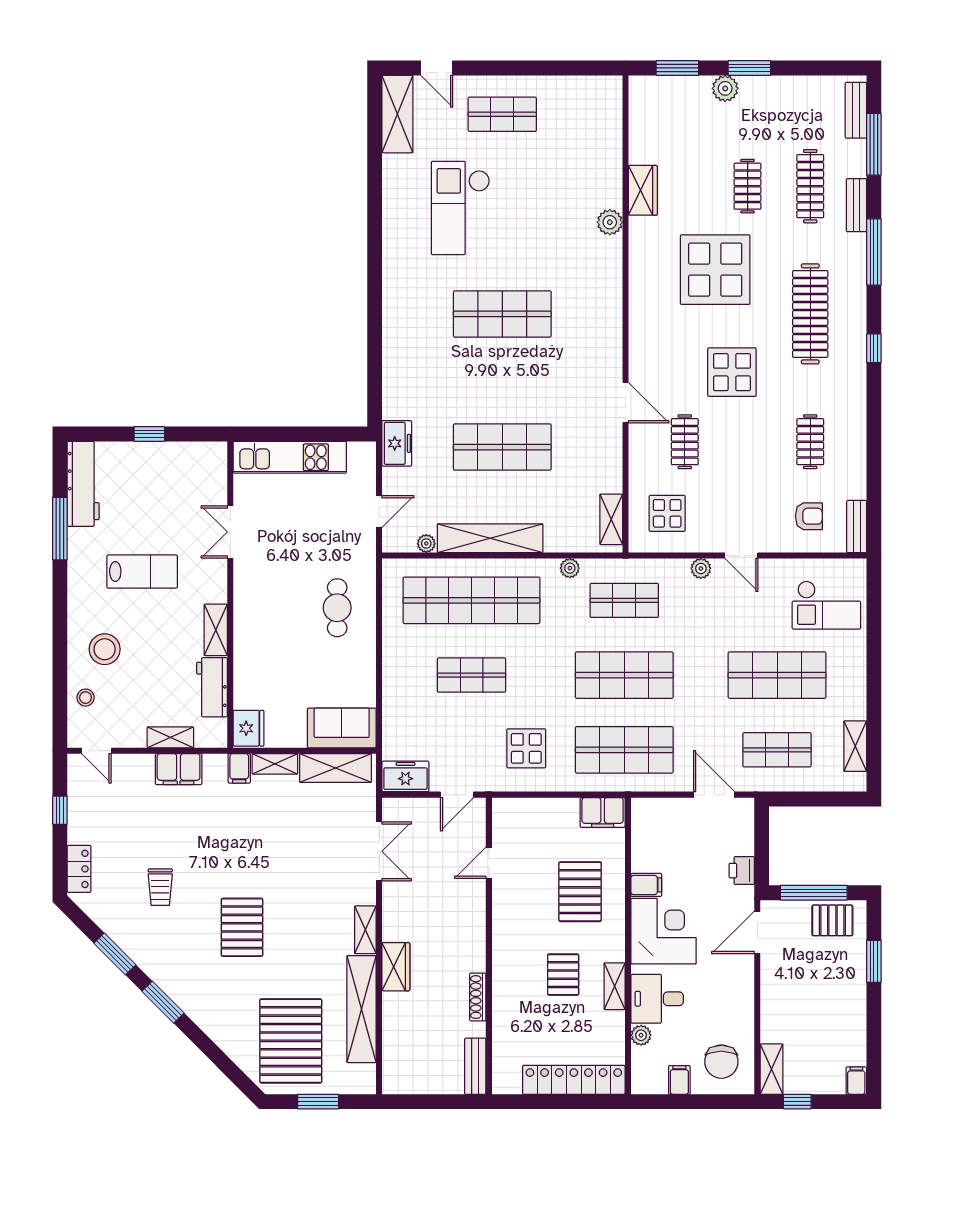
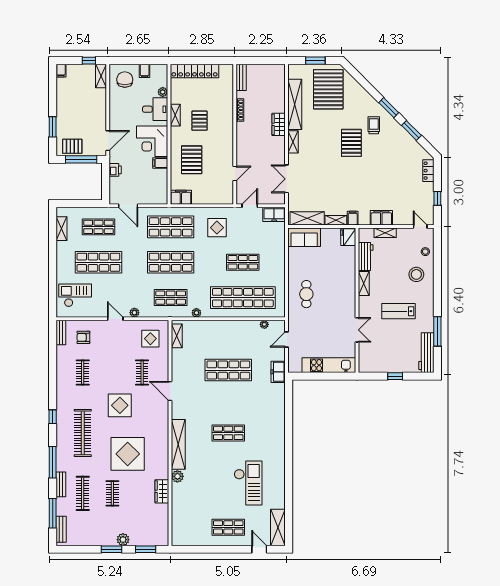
shop shelf: (502, 314) -> (228, 433), width x0.70, depth x0.74
shelving: (490, 538) -> (178, 444), moved, turned 90
trolley: (160, 887) -> (374, 125), moved

